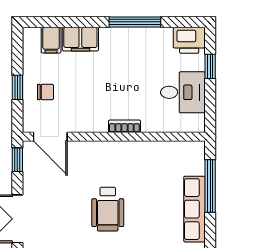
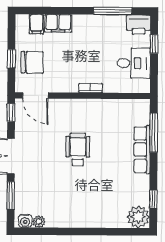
window: (135, 22) -> (113, 11), moved
chair: (45, 92) -> (32, 62), width x1.87, depth x1.87
wheelchair: (108, 209) -> (78, 149), turned 180

